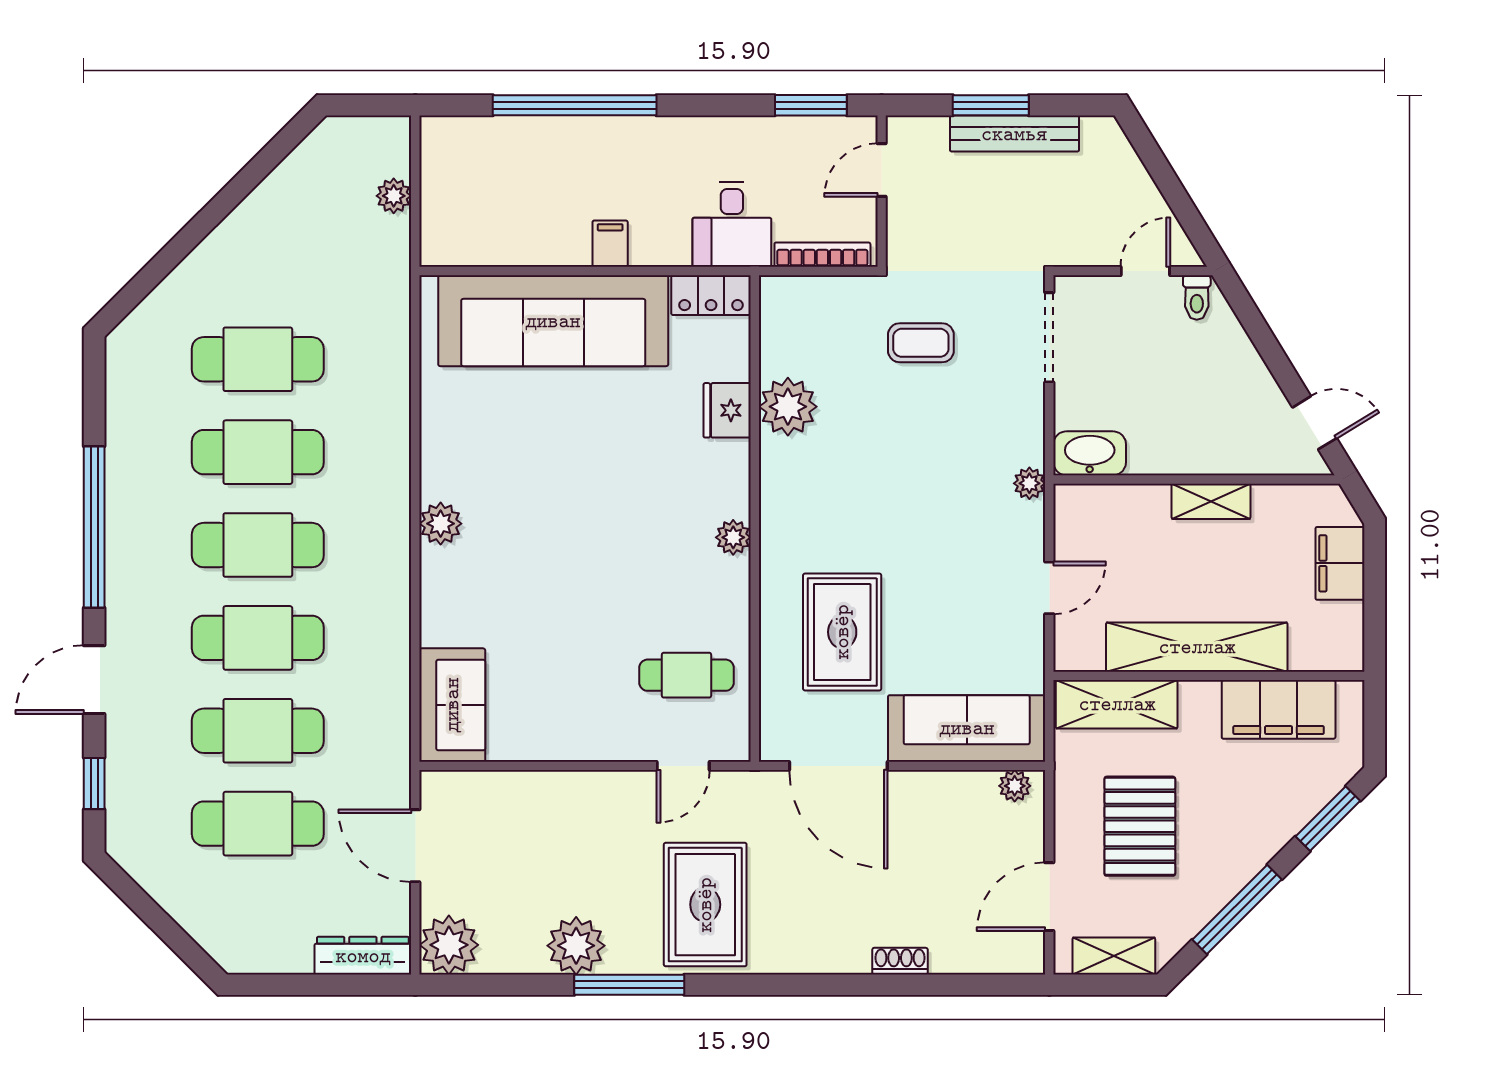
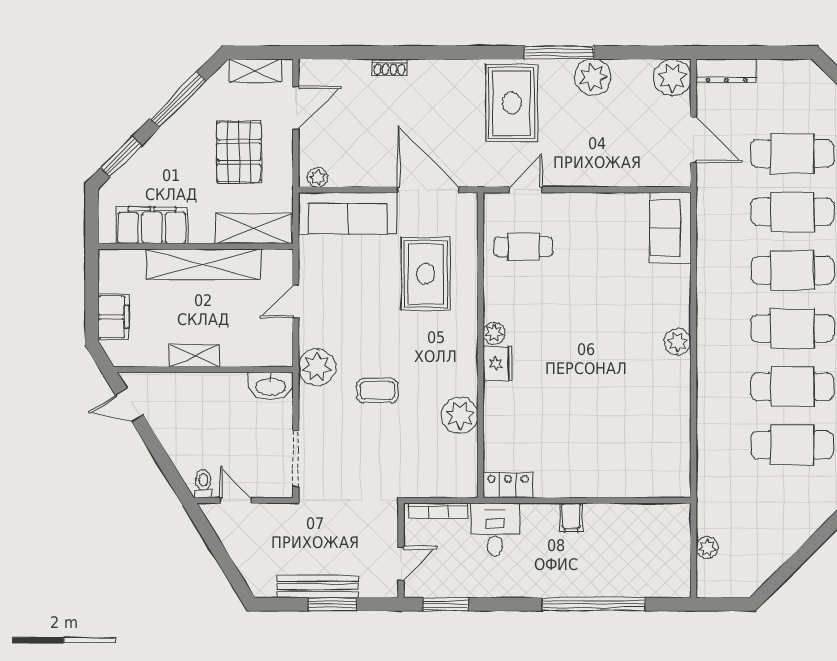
door: (1145, 271) -> (236, 500), swing flipped
sofa: (553, 321) -> (607, 469), removed
coffee table: (921, 343) -> (377, 391), moved
fridge: (727, 410) -> (498, 363), moved
plant: (1029, 483) -> (317, 367), width x1.88, depth x1.88

